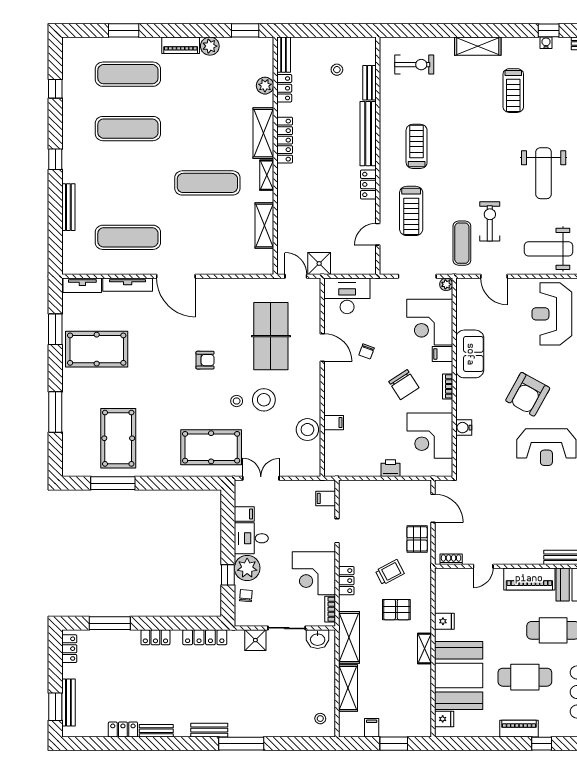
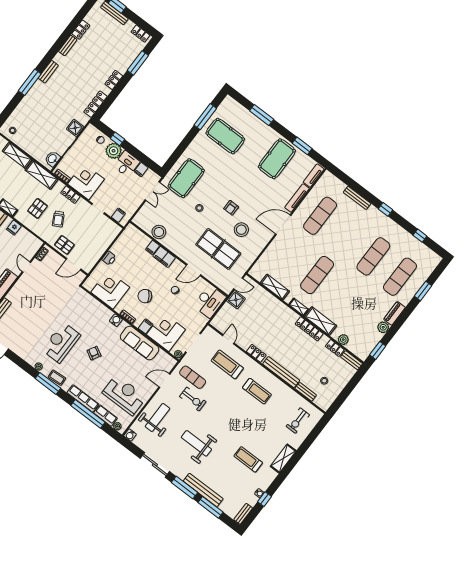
sofa: (470, 354) -> (140, 343), width x1.36
armchair: (528, 394) -> (94, 353), width x0.53, depth x0.53
filing cabinet: (334, 398) -> (164, 257), added
stool: (264, 400) -> (241, 230), moved
water cooler: (464, 428) -> (116, 320), moved

